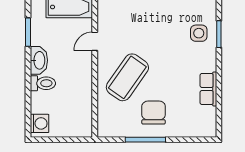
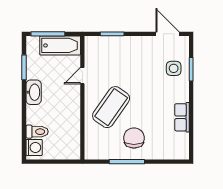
toilet: (43, 83) -> (37, 132), moved

